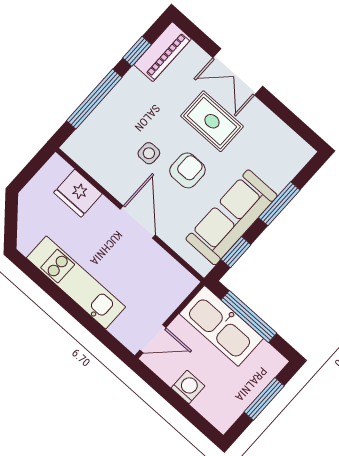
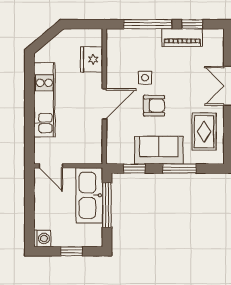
piano: (163, 52) -> (182, 38), moved
rug: (212, 121) -> (204, 132), moved
sofa: (232, 217) -> (159, 150), width x0.73
washing machine: (188, 387) -> (42, 238), moved
window: (264, 399) -> (71, 251), width x0.67

